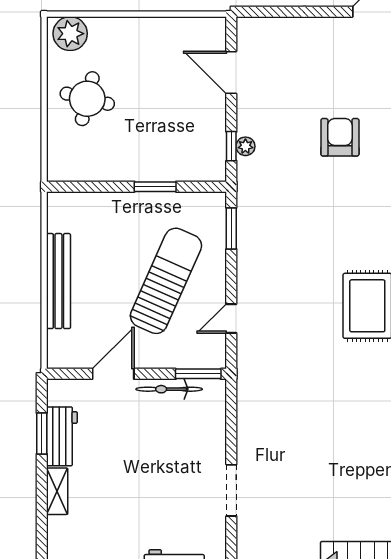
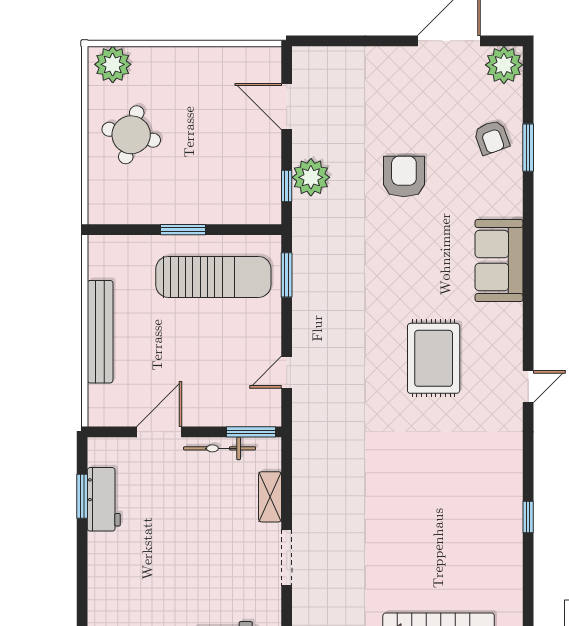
plant: (245, 146) -> (311, 177), width x1.88, depth x1.88
window: (155, 187) -> (183, 230), moved
sun lounger: (166, 281) -> (213, 277), moved, turned 66
shelving: (57, 491) -> (270, 497), moved

